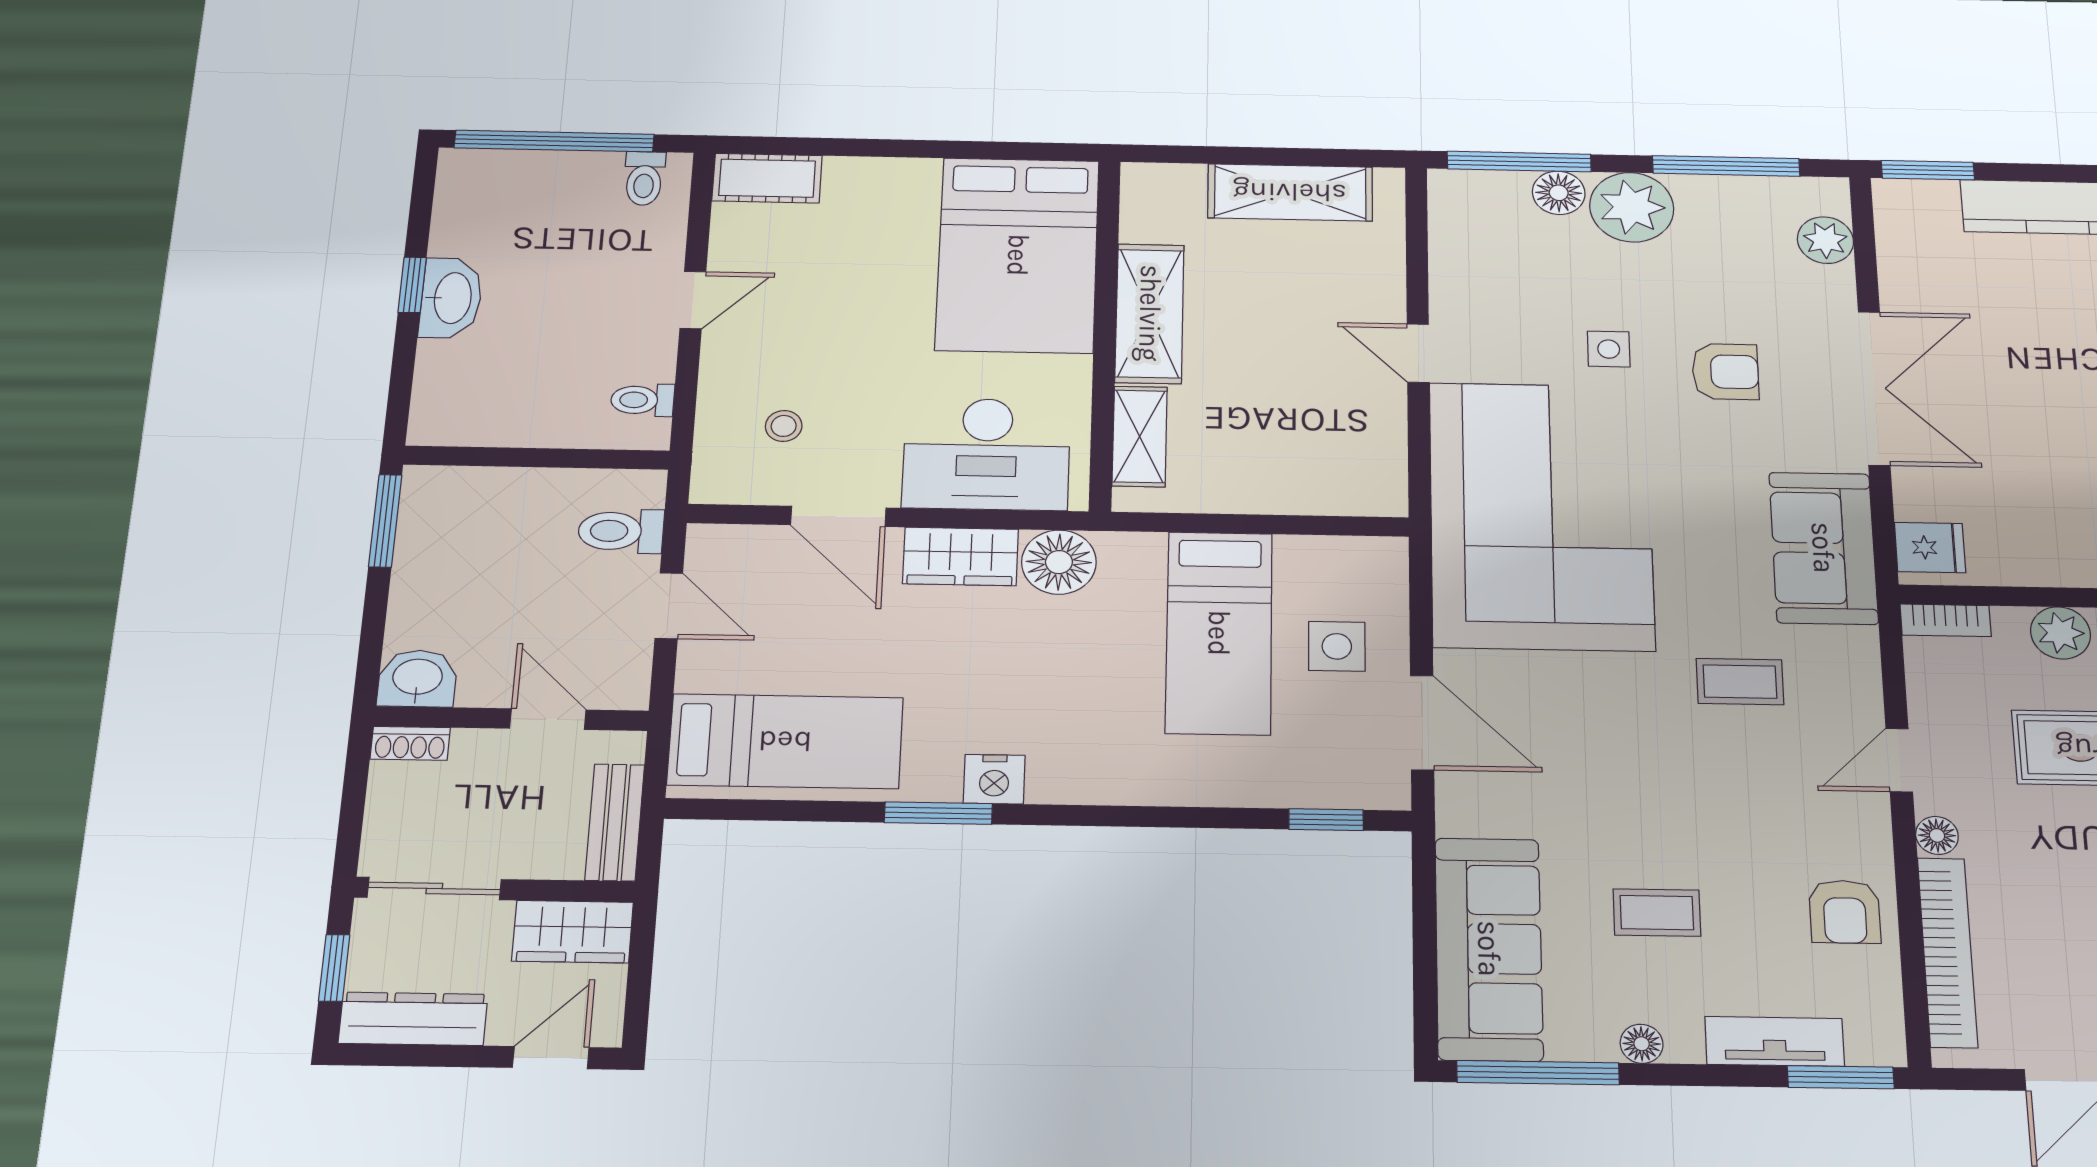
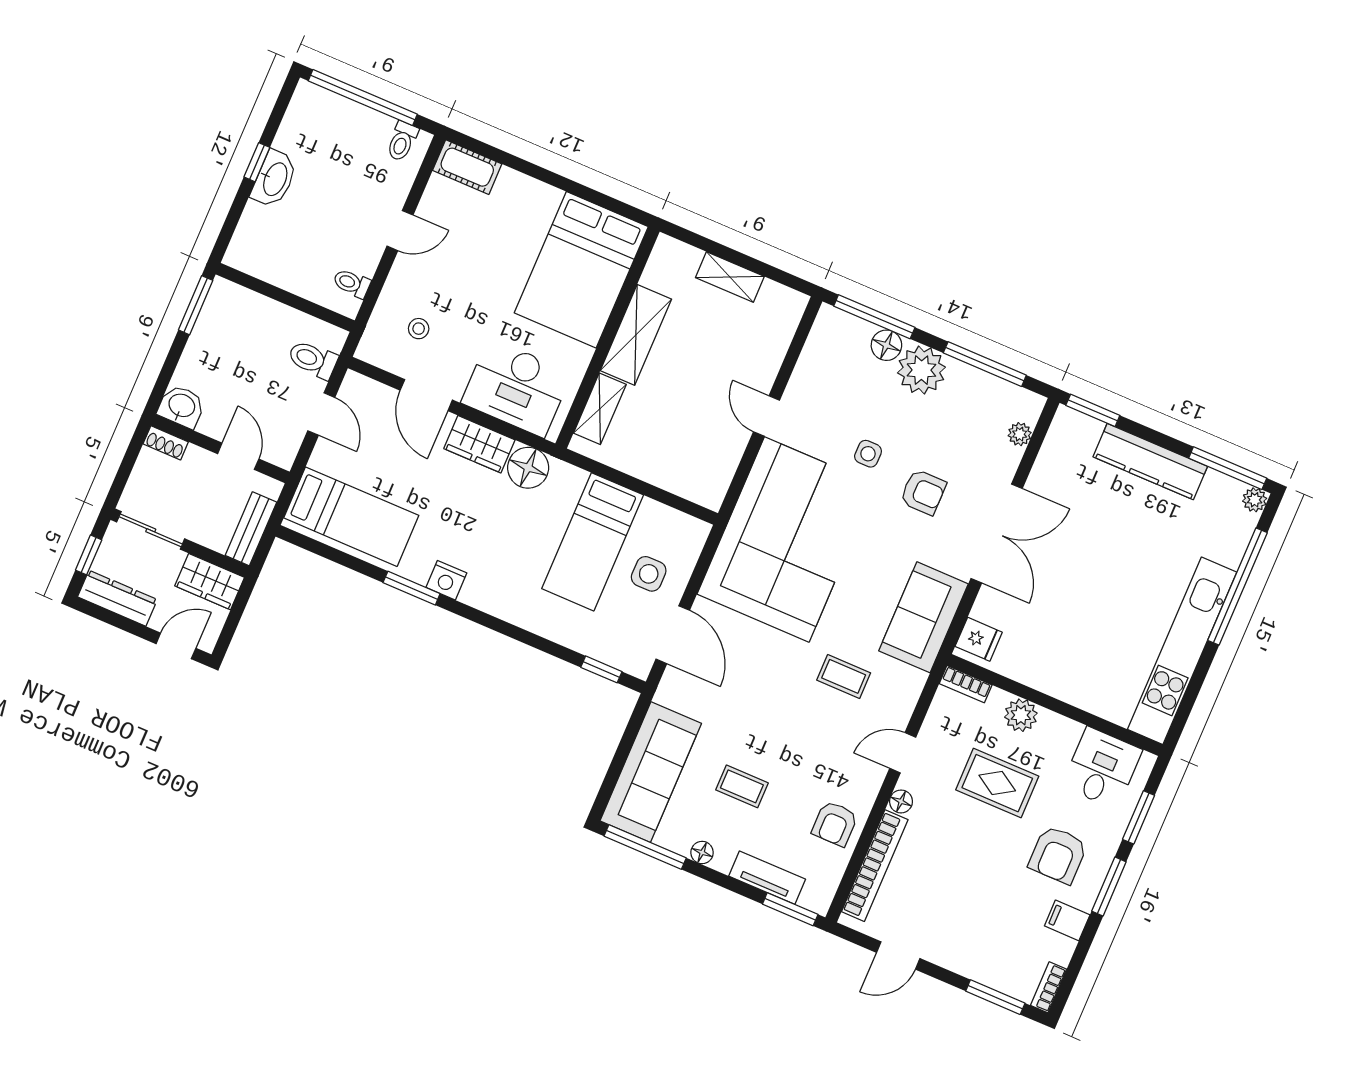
shelving: (1290, 192) -> (730, 277), width x0.67, depth x0.75
plant: (1825, 240) -> (1020, 434), width x0.73, depth x0.73

